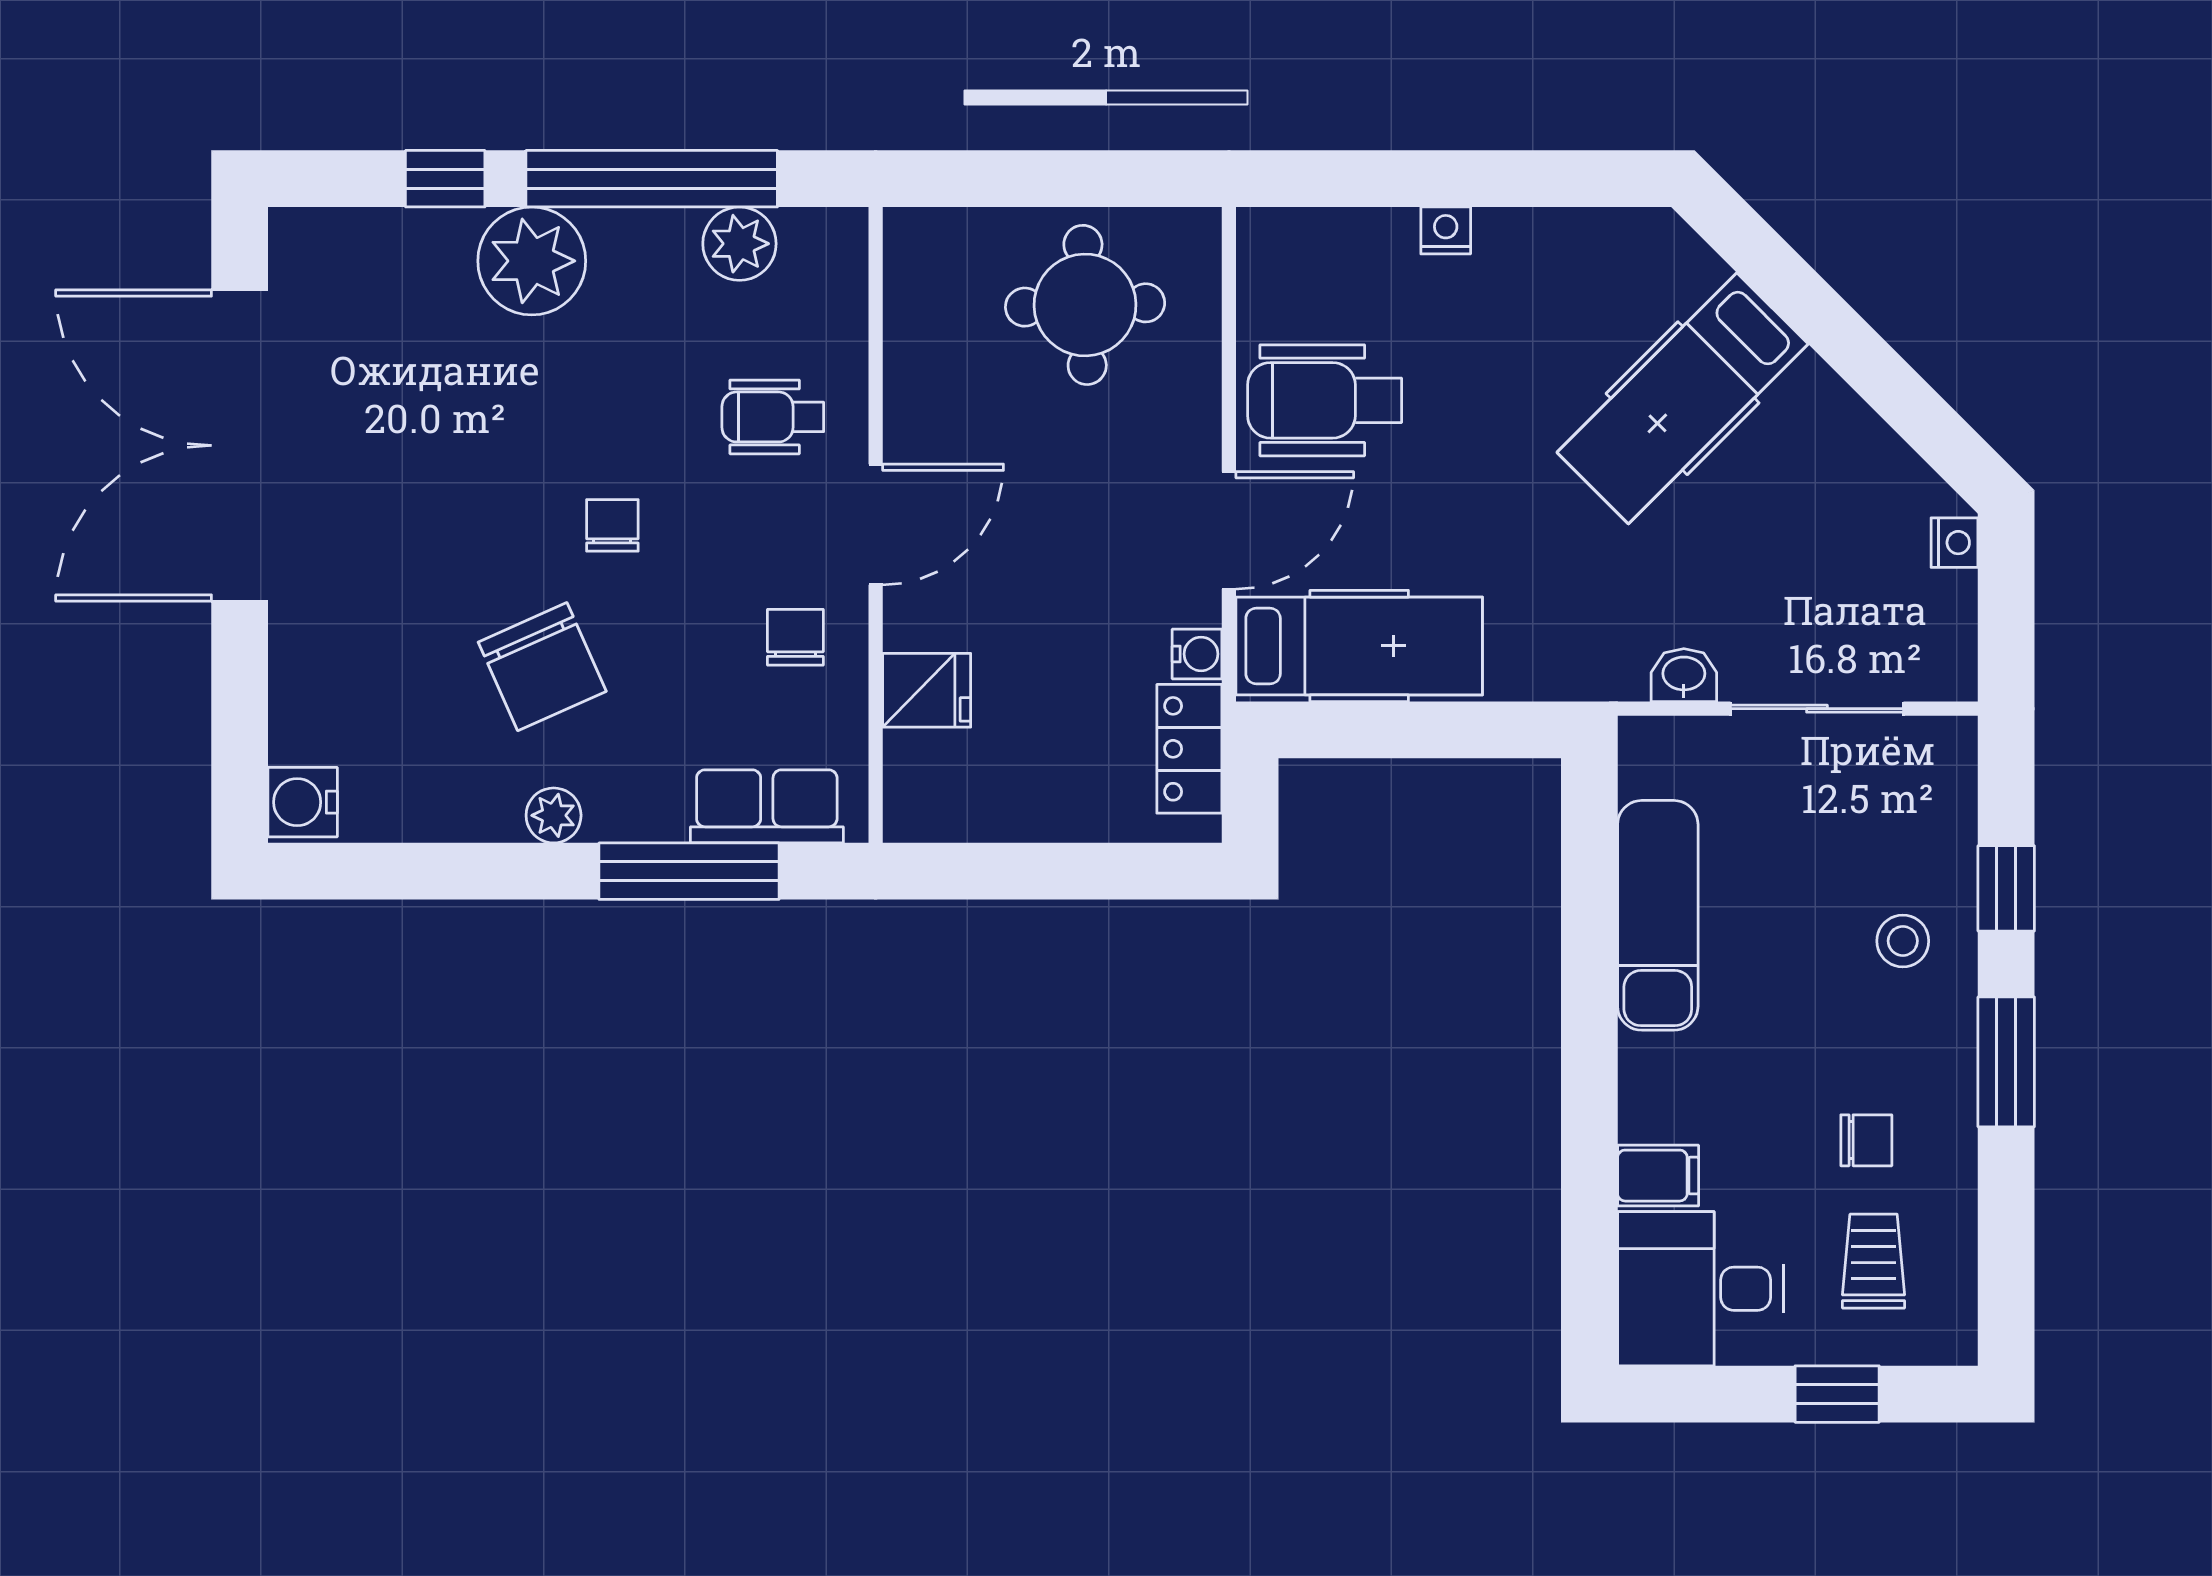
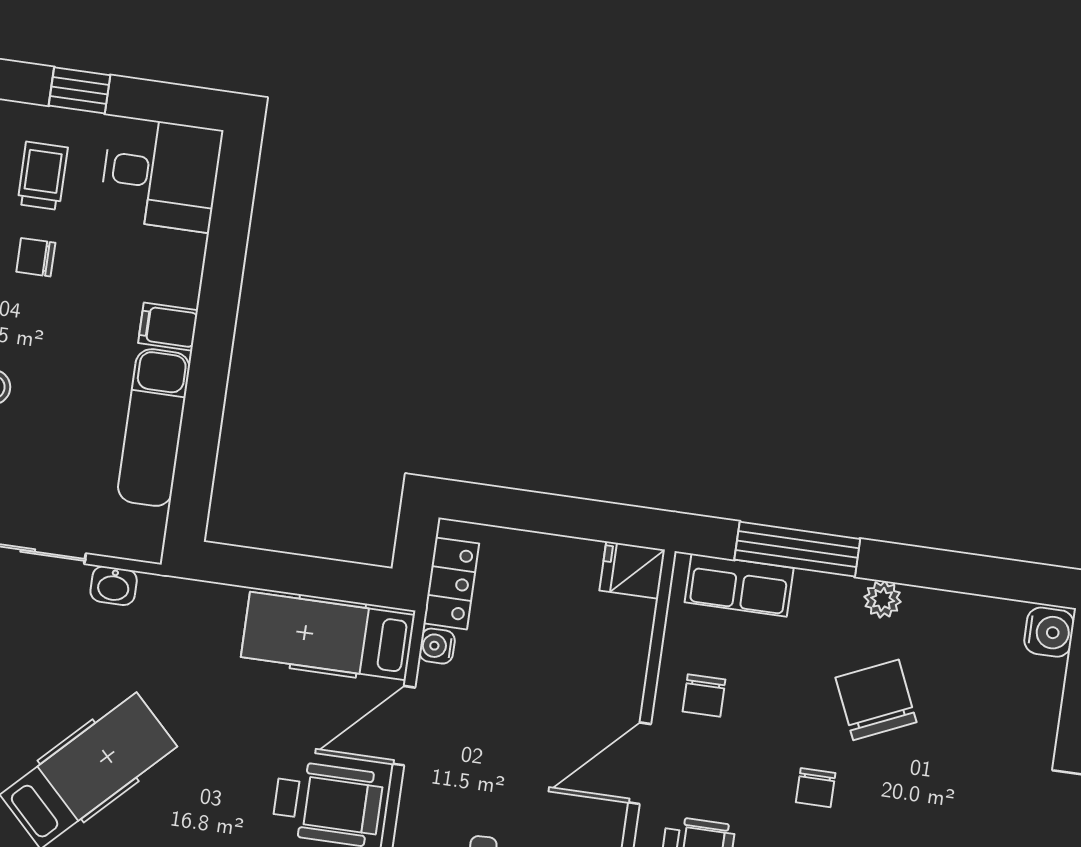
fridge: (927, 690) -> (632, 570), moved
filing cabinet: (1658, 1176) -> (168, 327), moved
trolley: (1874, 1261) -> (43, 176), turned 180

